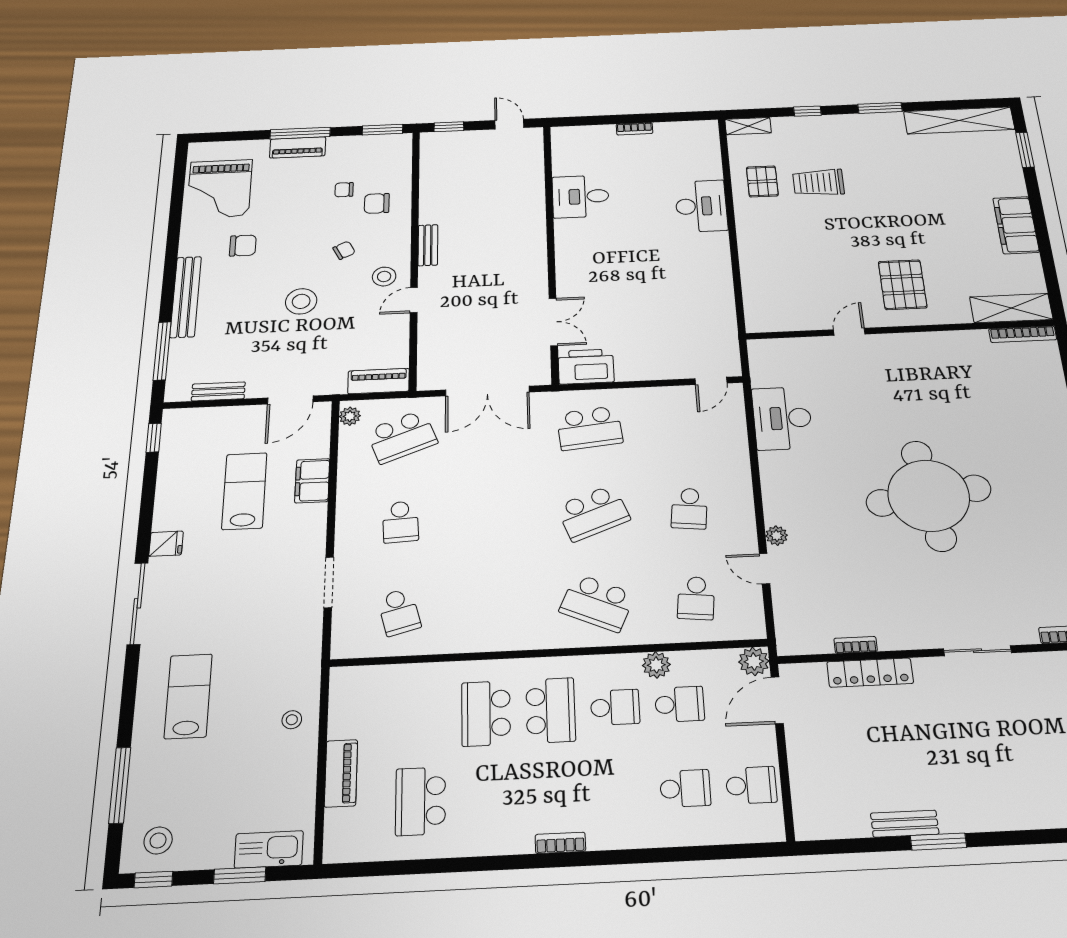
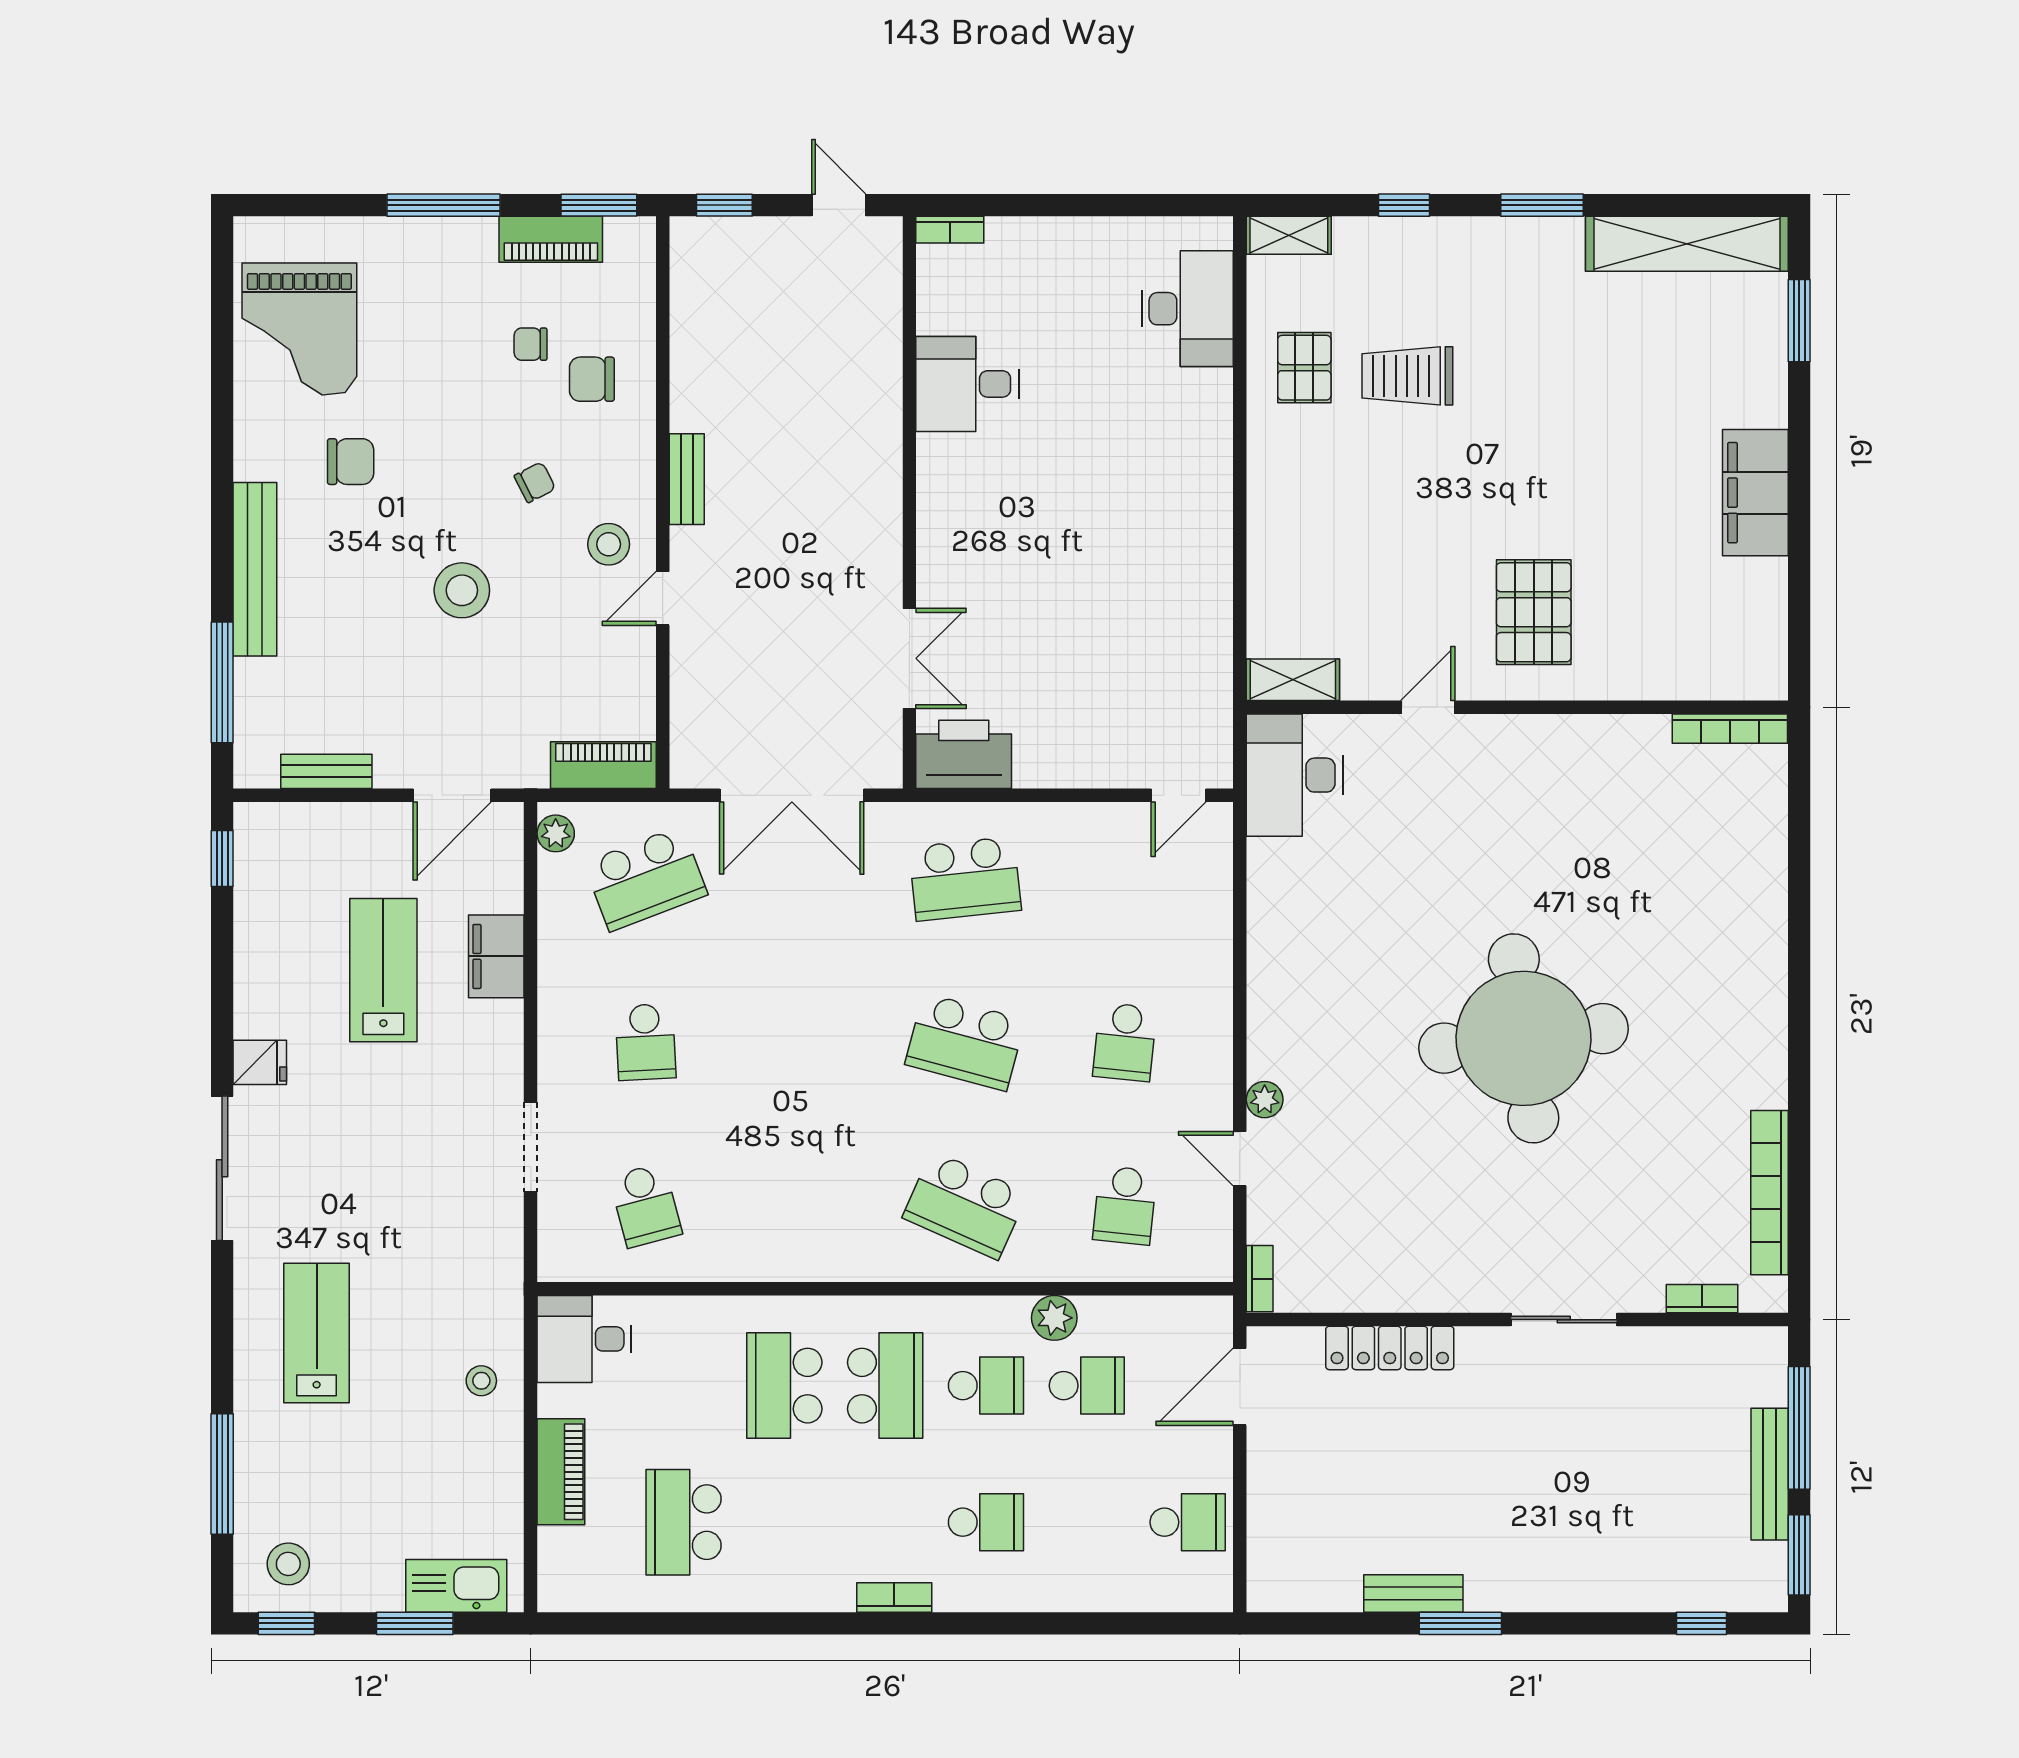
bookcase: (634, 129) -> (950, 230), moved
piano: (298, 147) -> (551, 239), moved
desk: (701, 206) -> (1188, 309), moved
shelving: (1011, 308) -> (1293, 680), moved, width x0.67, depth x0.75
desk: (782, 418) -> (1294, 775), moved
school desk: (593, 513) -> (965, 1042), turned 36
bookcase: (856, 645) -> (1260, 1279), moved, turned 90
plant: (754, 661) -> (1209, 1320), removed
desk: (359, 691) -> (584, 1339), added
school desk: (685, 788) -> (986, 1522), moved

